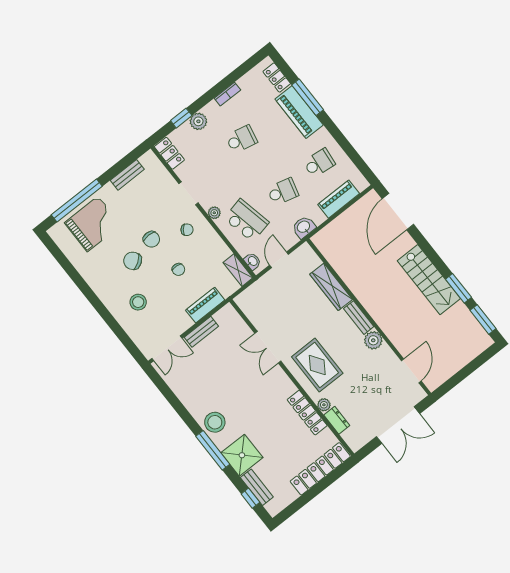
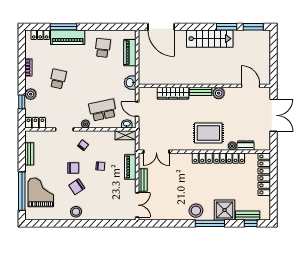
school desk: (283, 192) -> (103, 79), removed
stool: (138, 302) -> (76, 212), moved
double door: (268, 347) -> (156, 152), moved
locker: (282, 381) -> (202, 158), added

